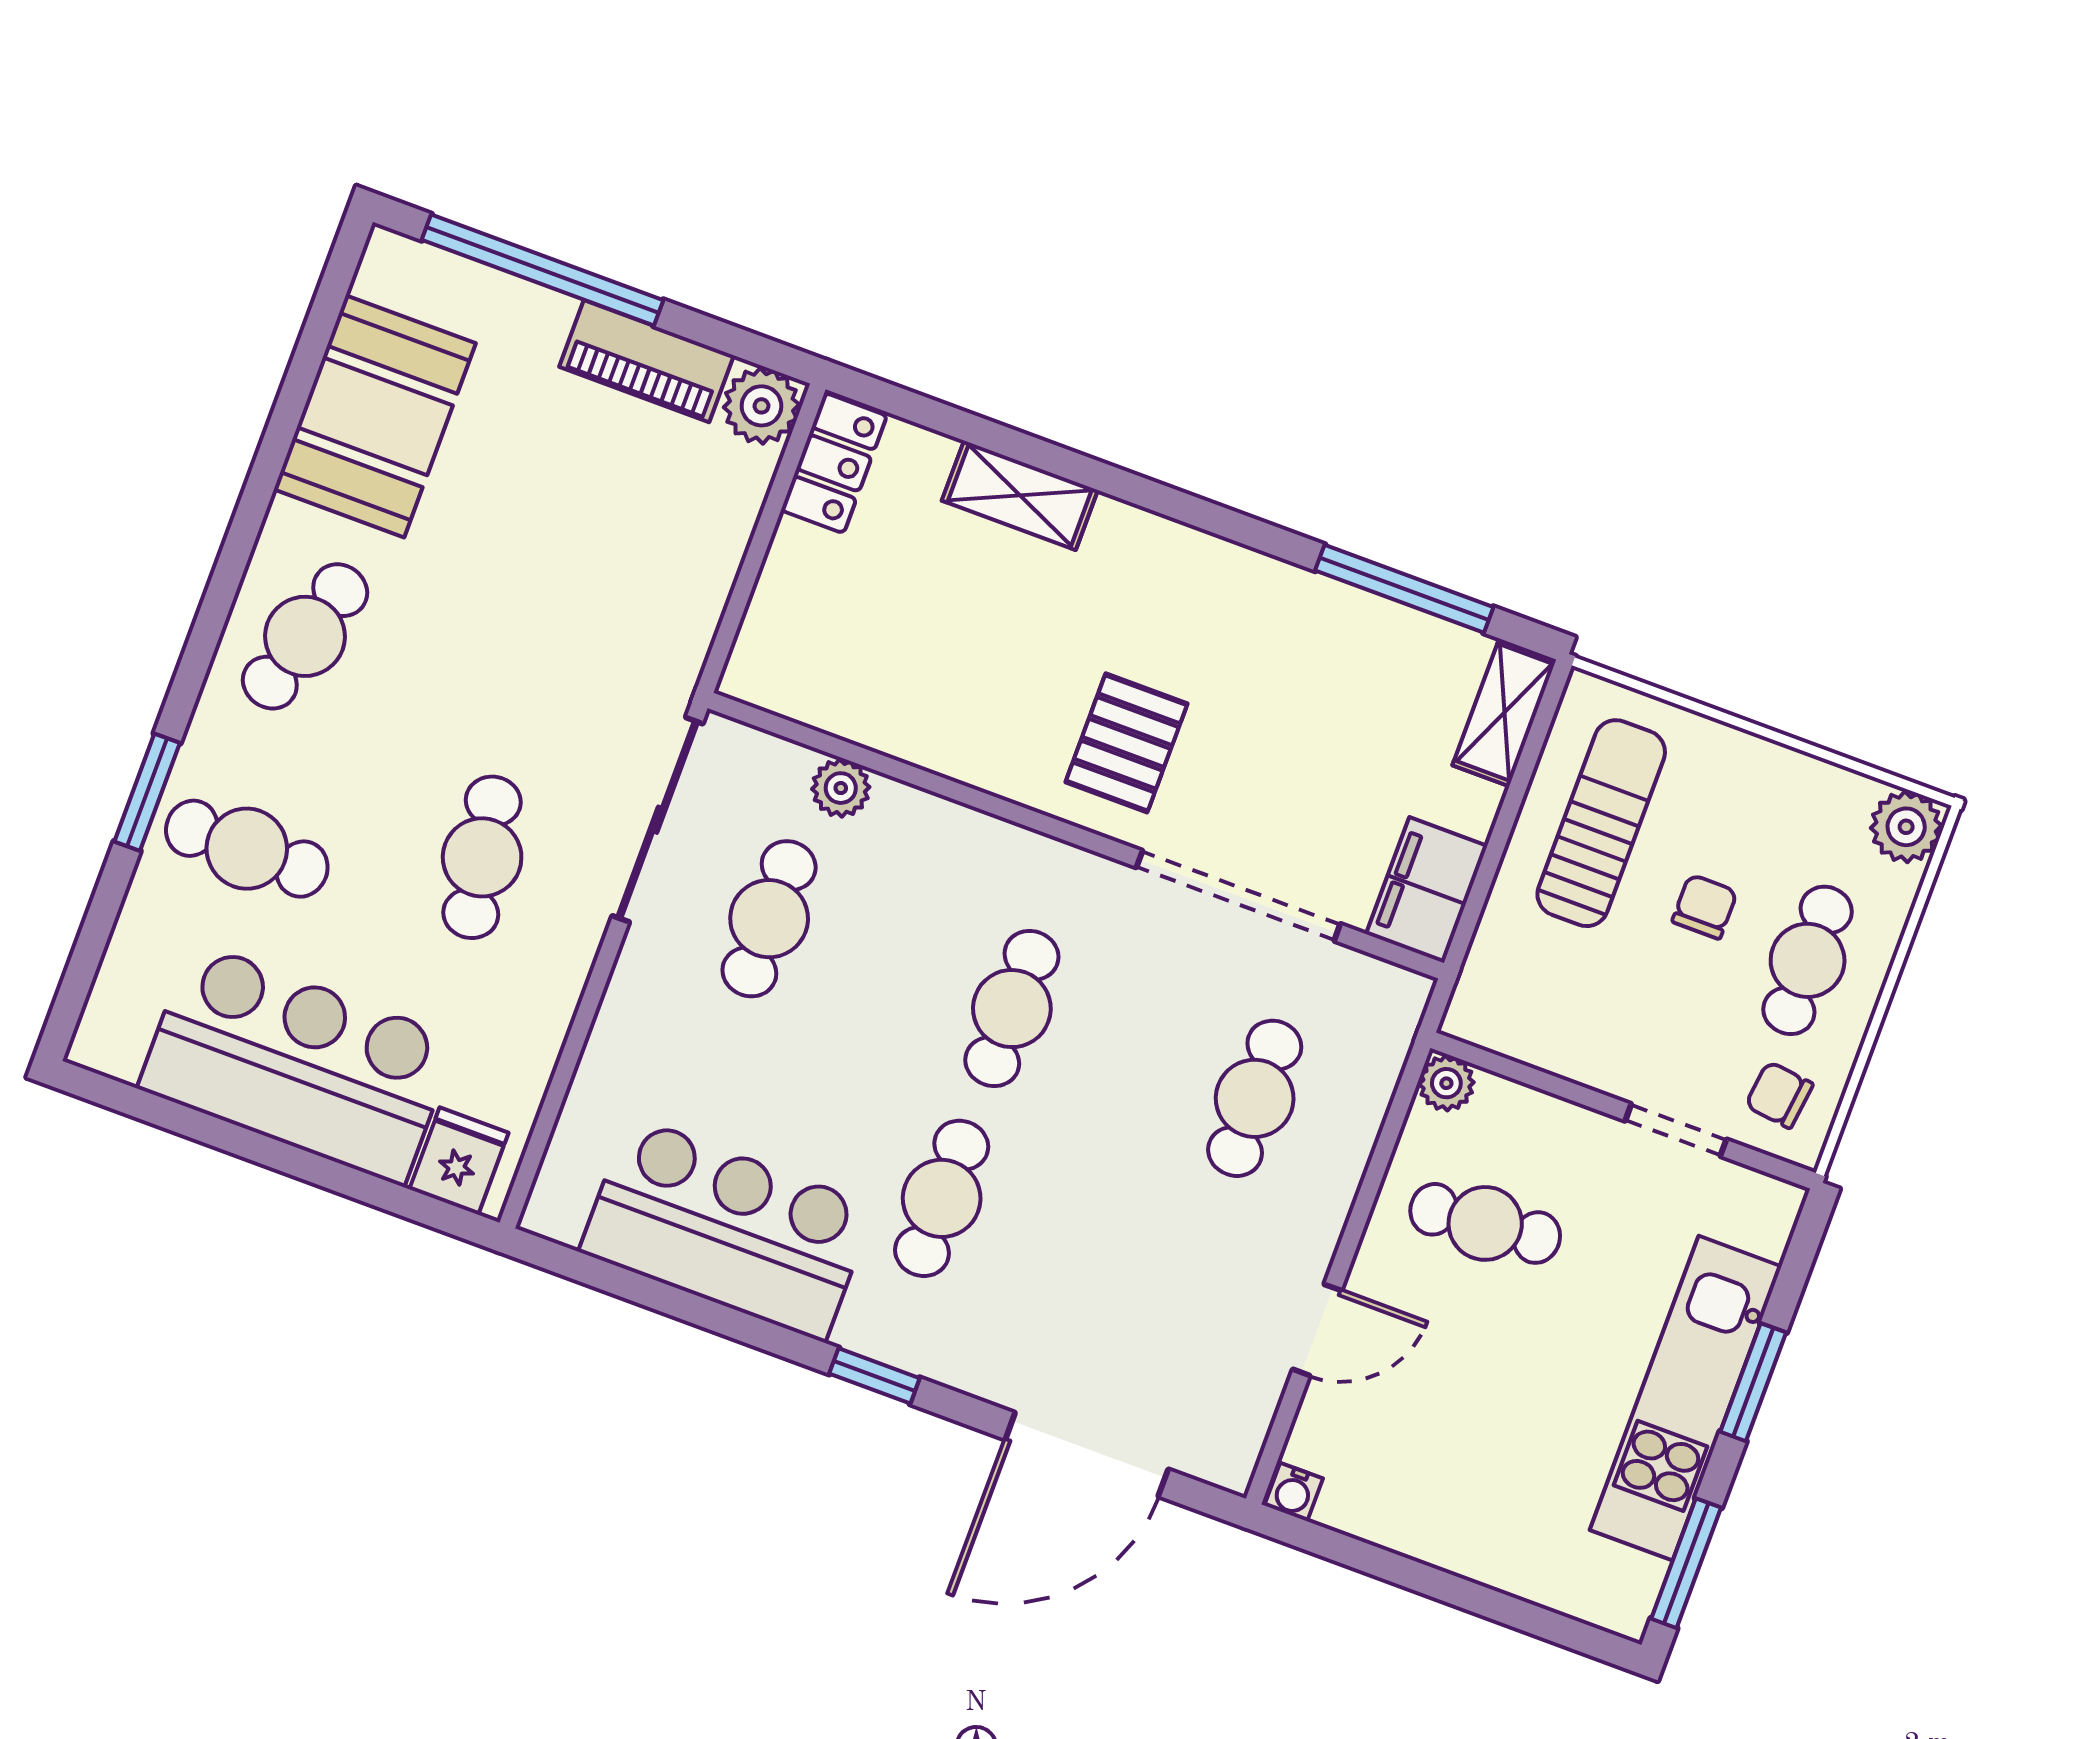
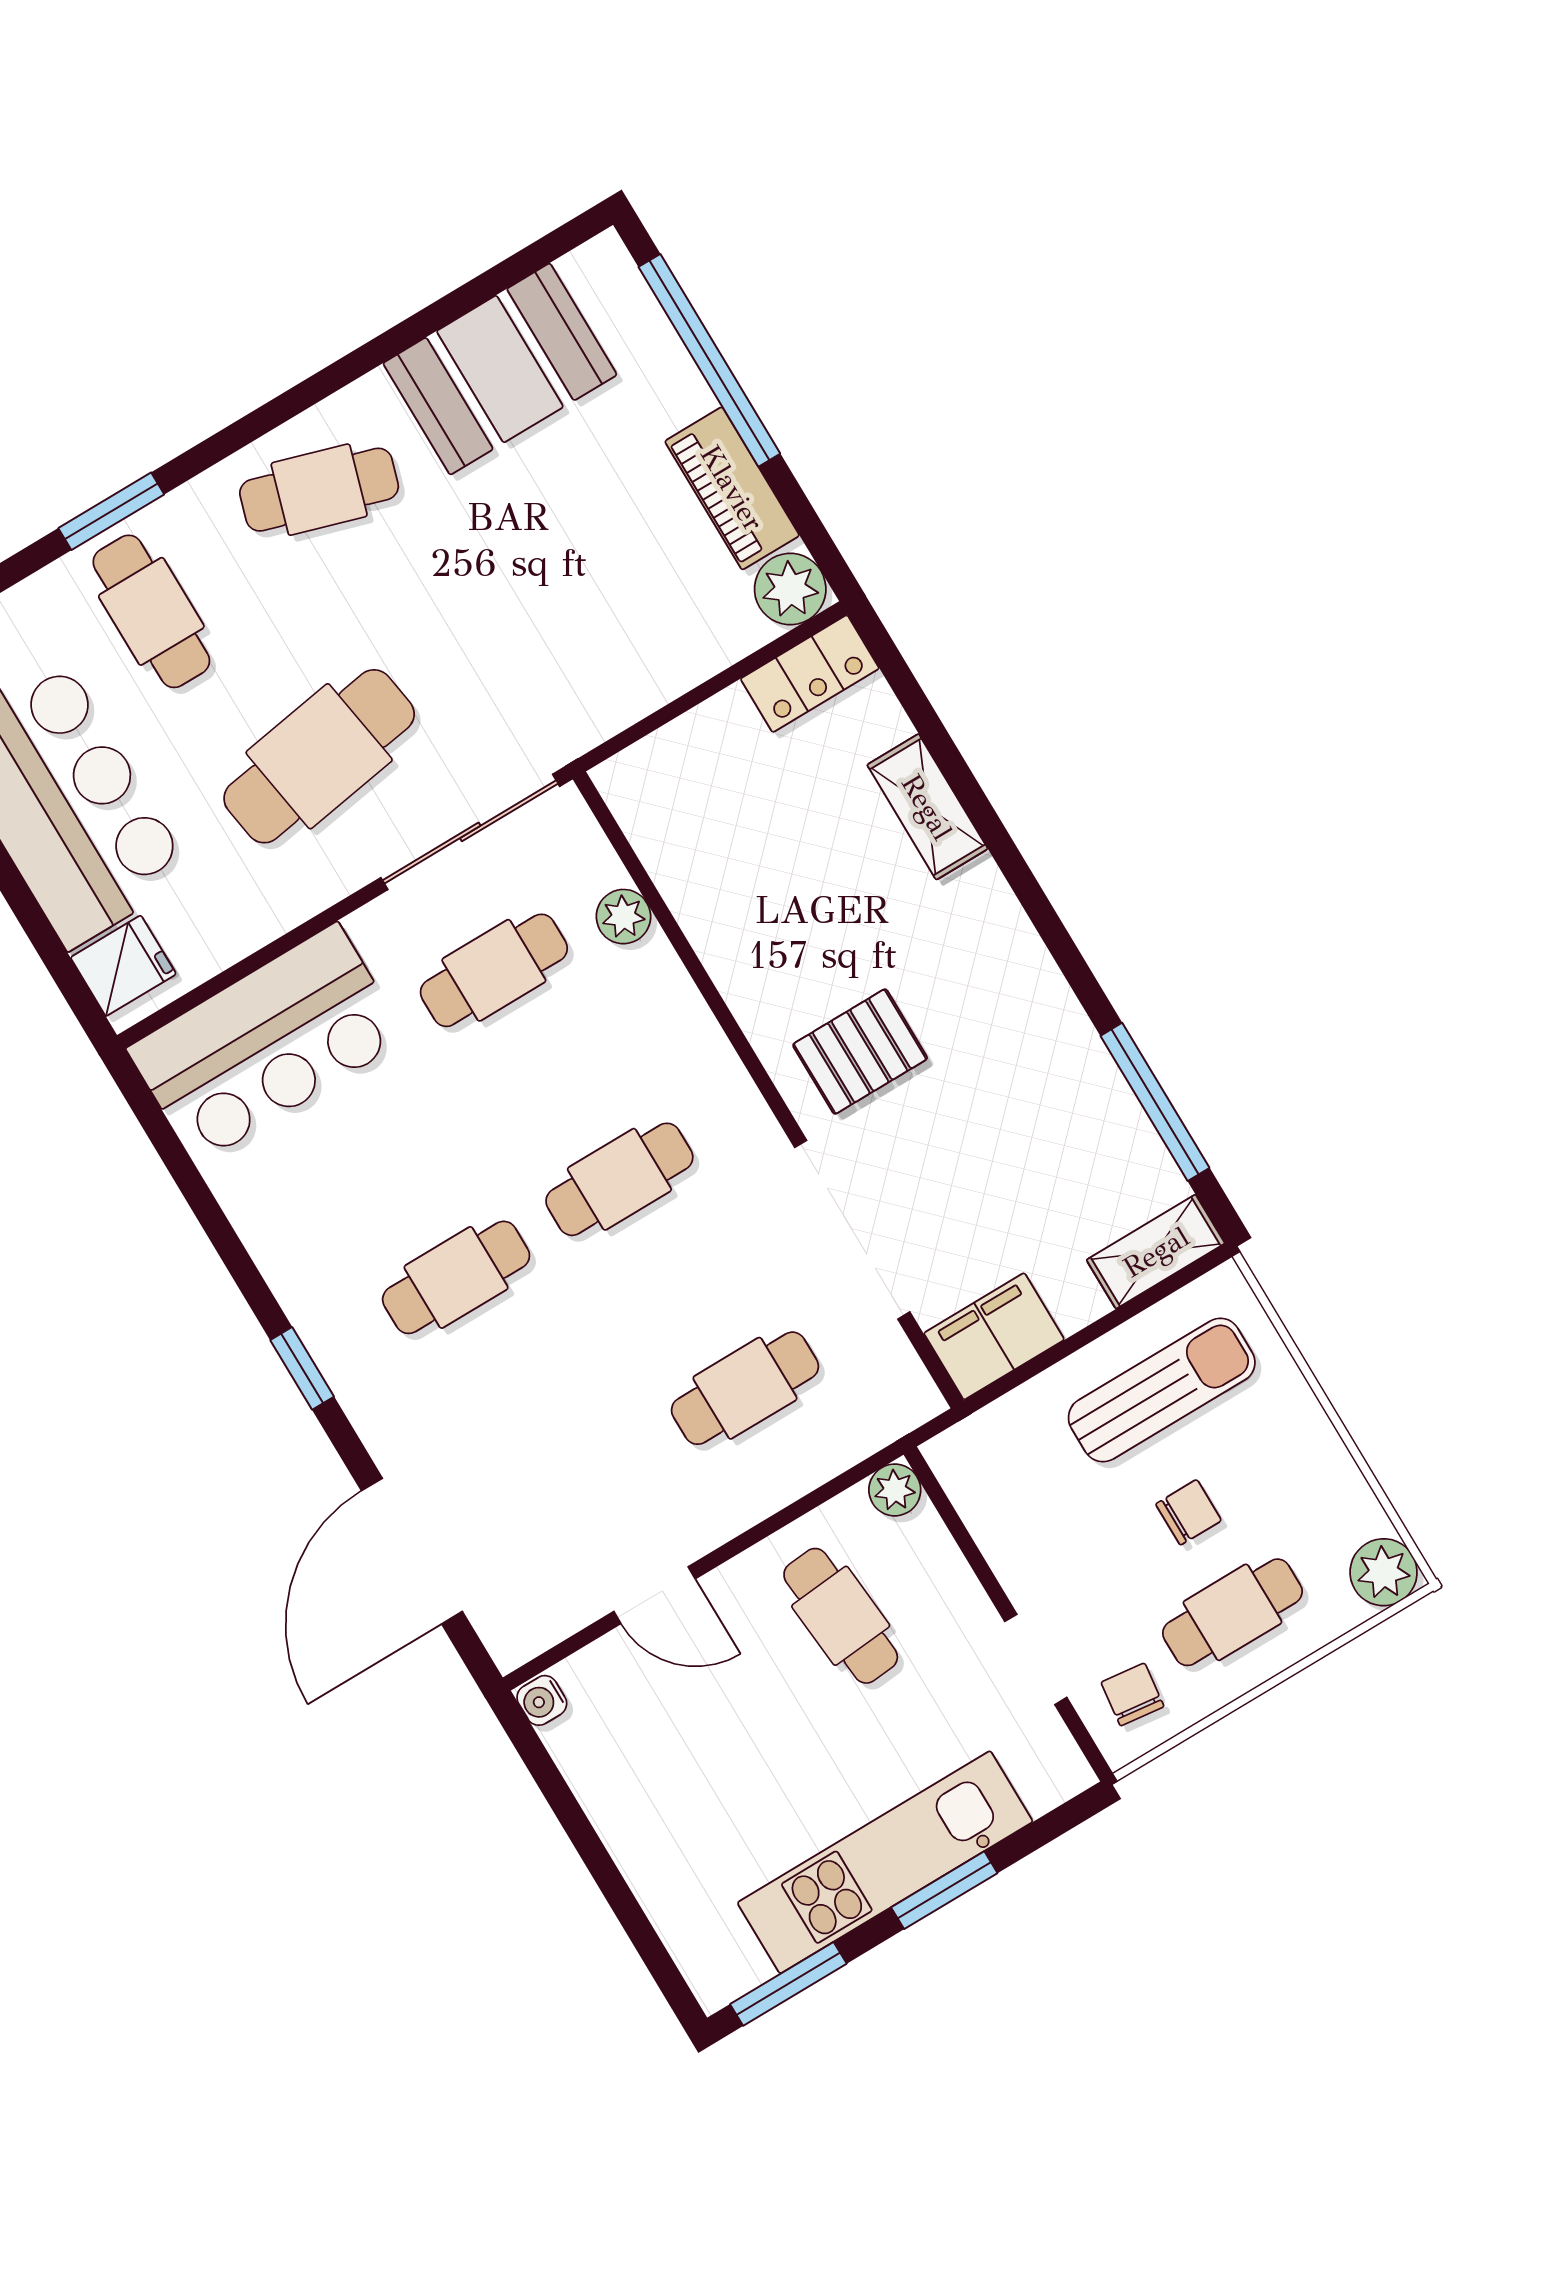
cafe table: (482, 857) -> (319, 756), width x1.37, depth x1.35
bar counter: (727, 1229) -> (267, 1044), moved, turned 90
door: (1087, 1454) -> (412, 1551), hinge flipped

